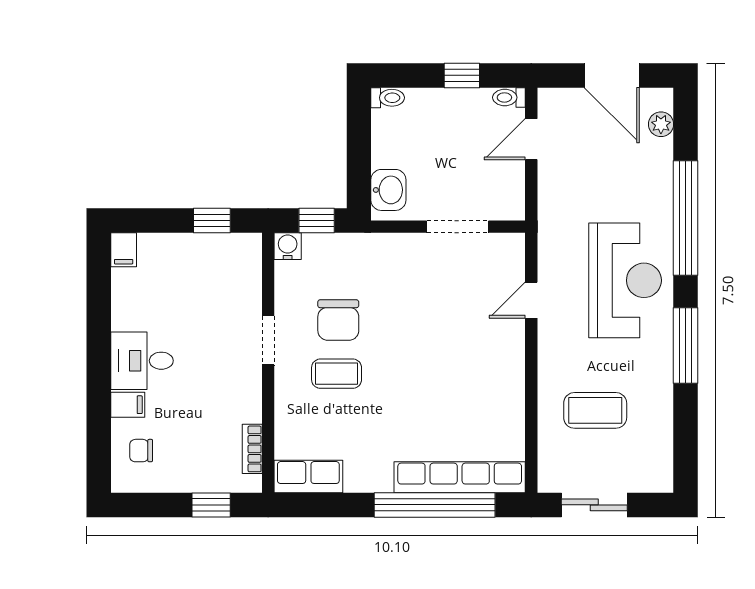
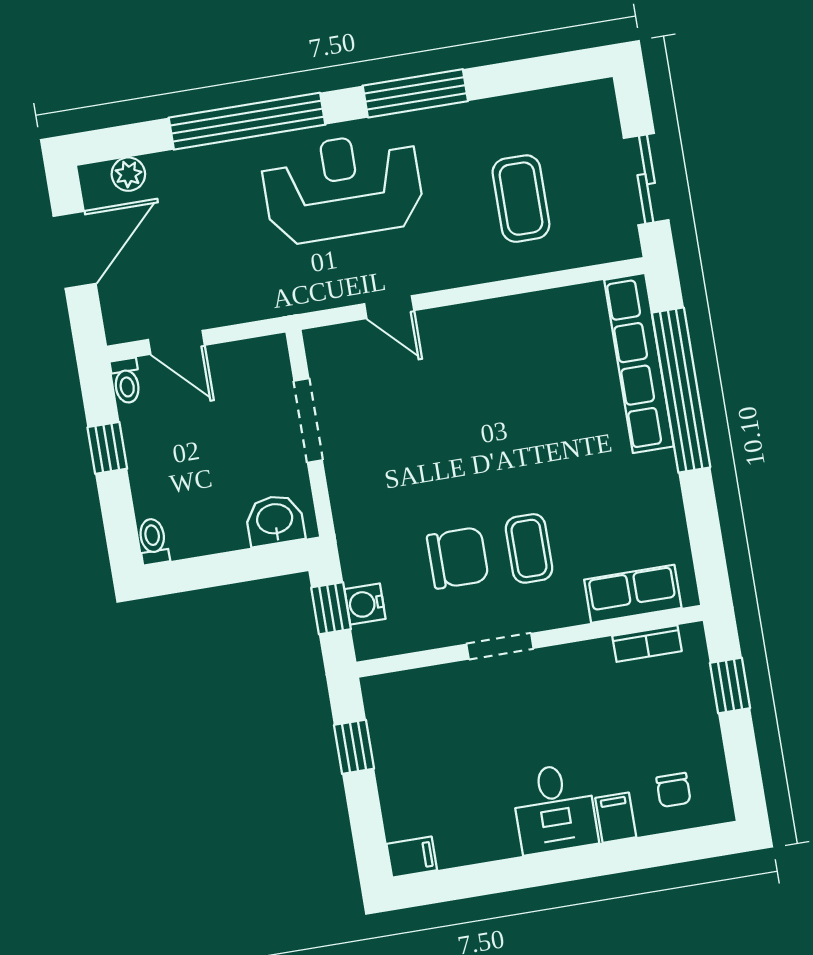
water cooler: (288, 246) -> (365, 604), moved
row of seats: (308, 476) -> (633, 594), moved, turned 90

